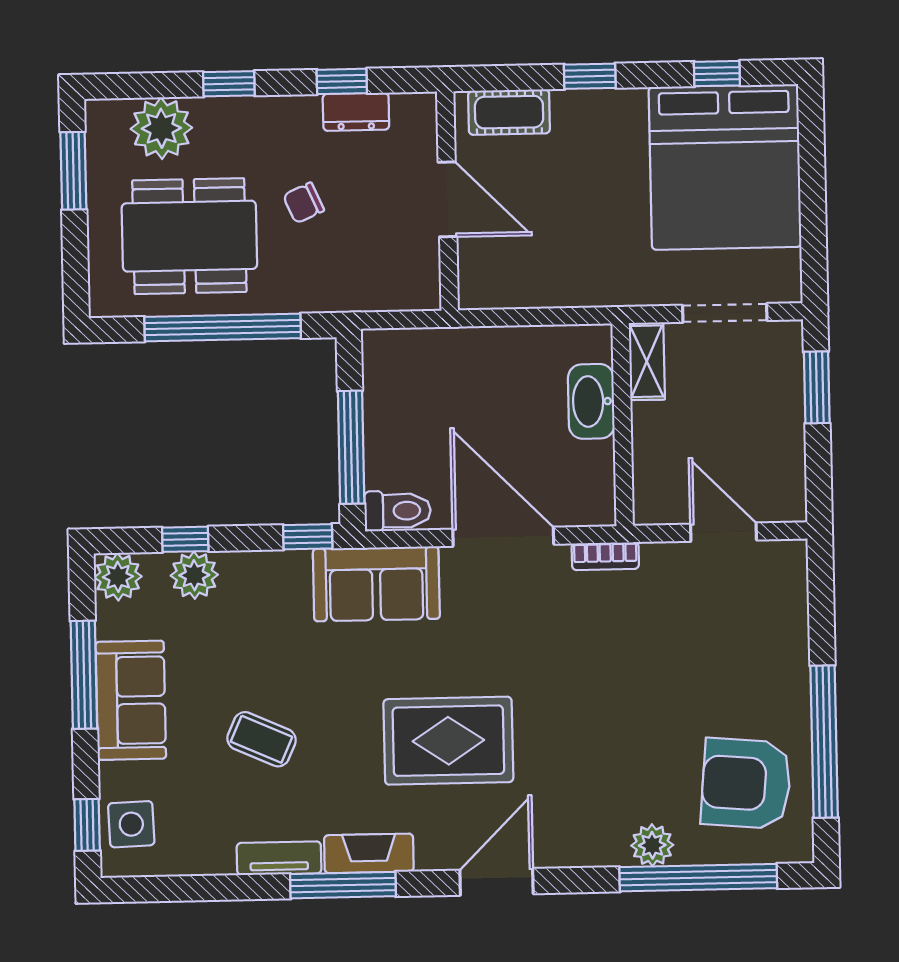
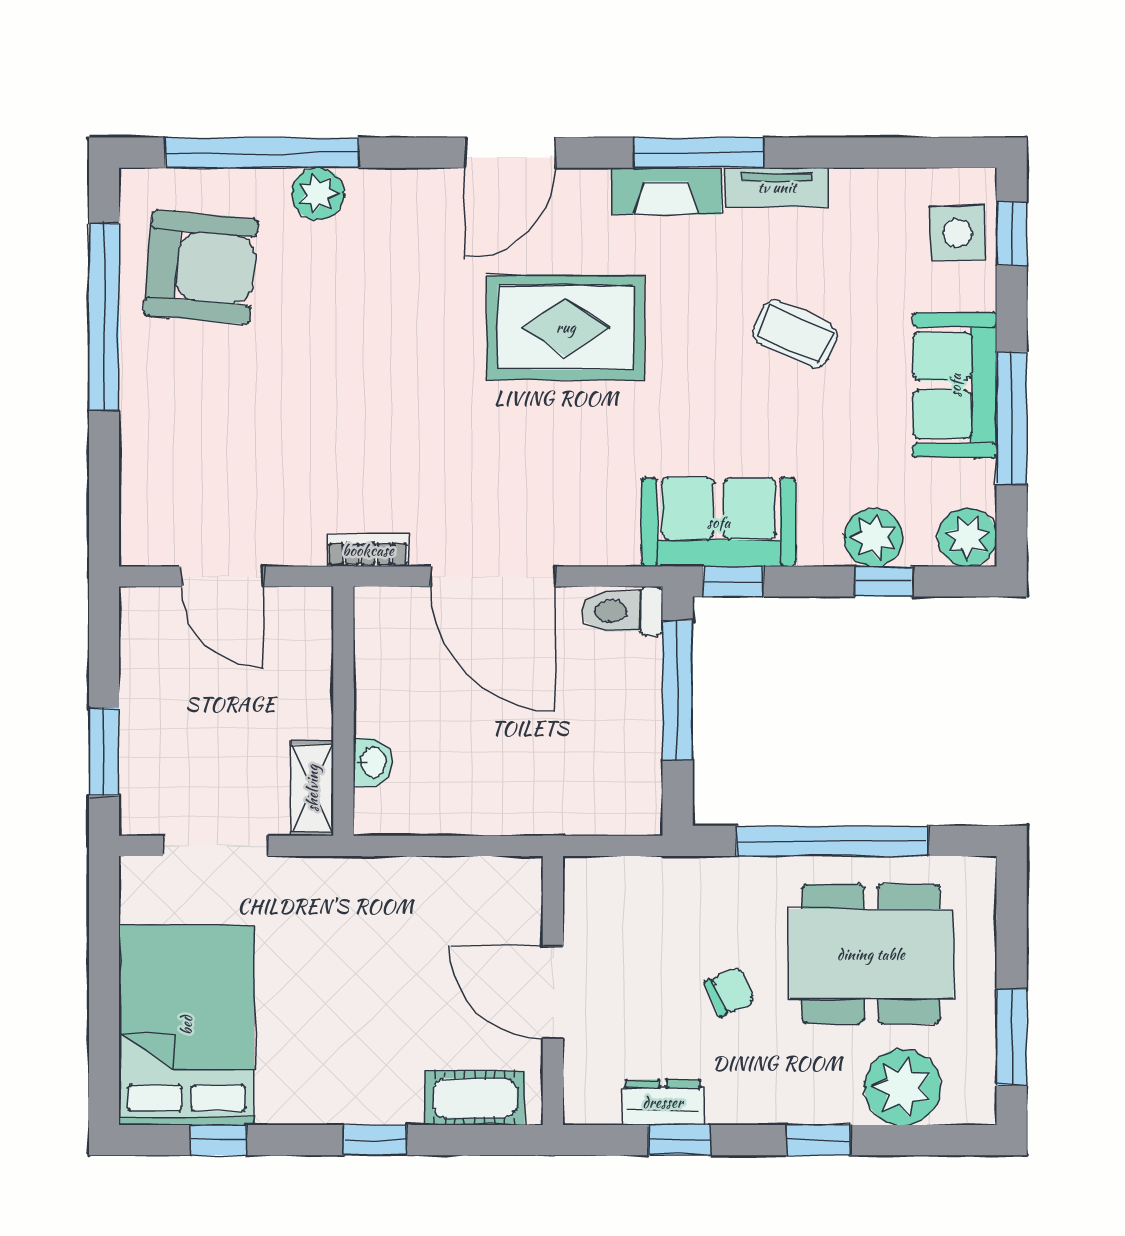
bed: (725, 167) -> (186, 1025), width x0.73
washbasin: (591, 401) -> (373, 762), width x0.52, depth x0.69
sofa: (376, 584) -> (719, 522), moved

